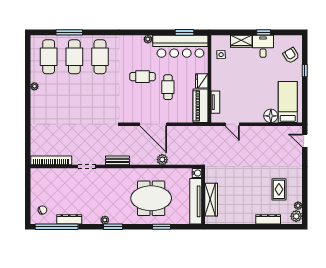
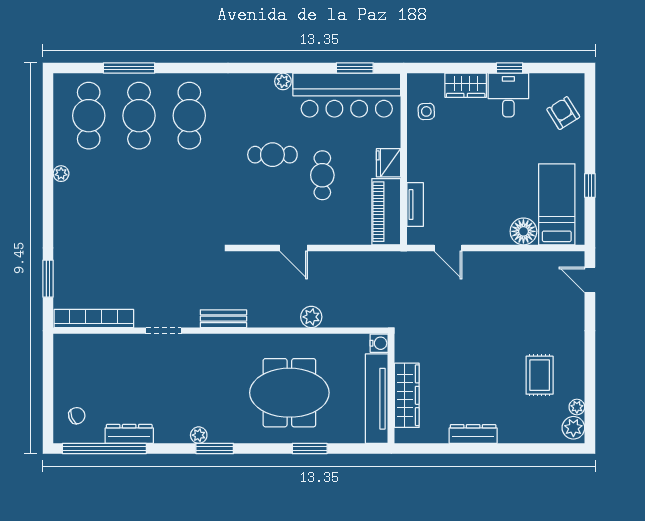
window: (305, 71) -> (590, 185), moved
door: (153, 124) -> (294, 248), width x0.53
window: (28, 140) -> (48, 279), added
dresser: (268, 219) -> (473, 434), moved

